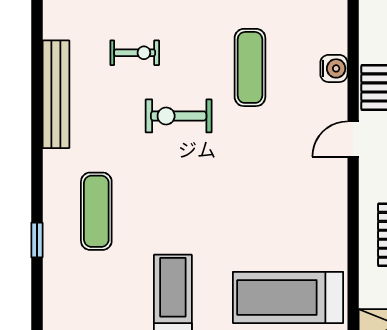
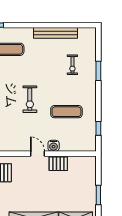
water cooler: (334, 68) -> (54, 146), moved
exercise bike: (179, 116) -> (30, 99), moved, turned 180

